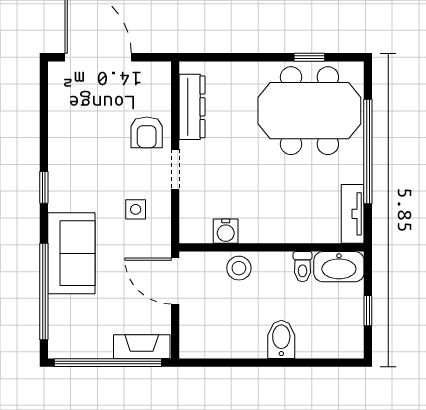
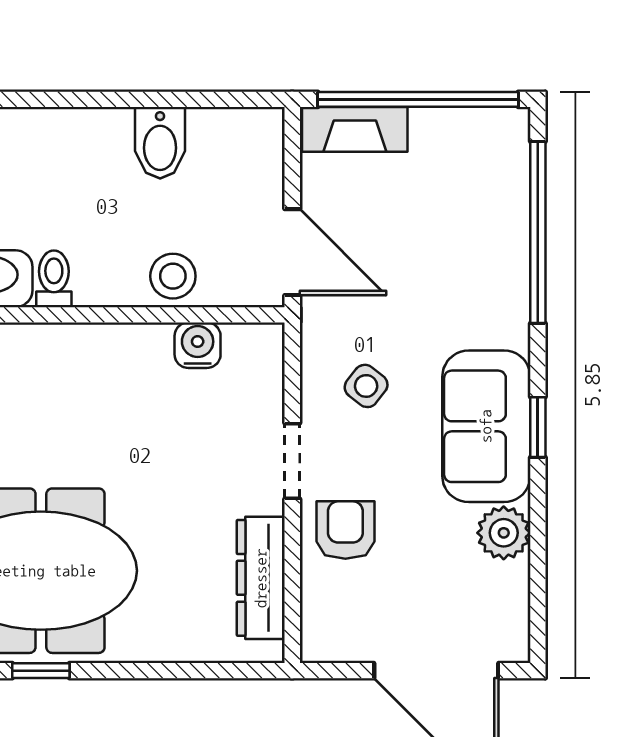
plant: (62, 131) -> (504, 533), added
side table: (136, 209) -> (366, 386), turned 38
sofa: (71, 253) -> (486, 426), moved
bidet: (281, 339) -> (160, 143), moved

